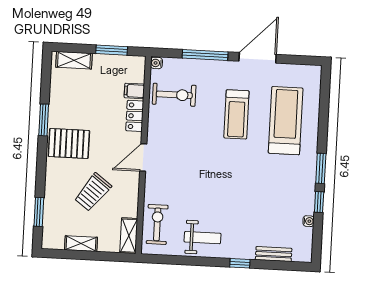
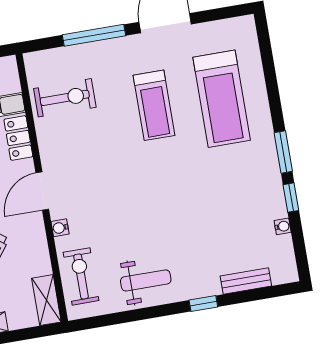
water cooler: (156, 63) -> (60, 228), moved
treadmill: (286, 121) -> (222, 99), turned 180

